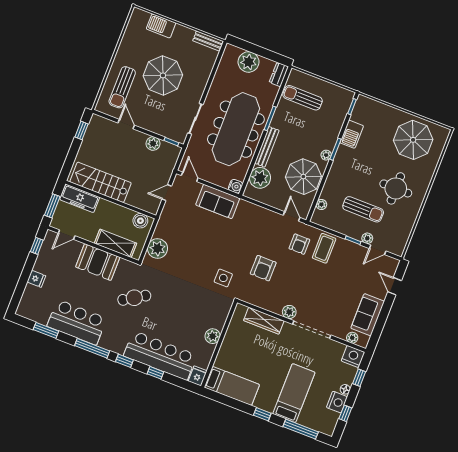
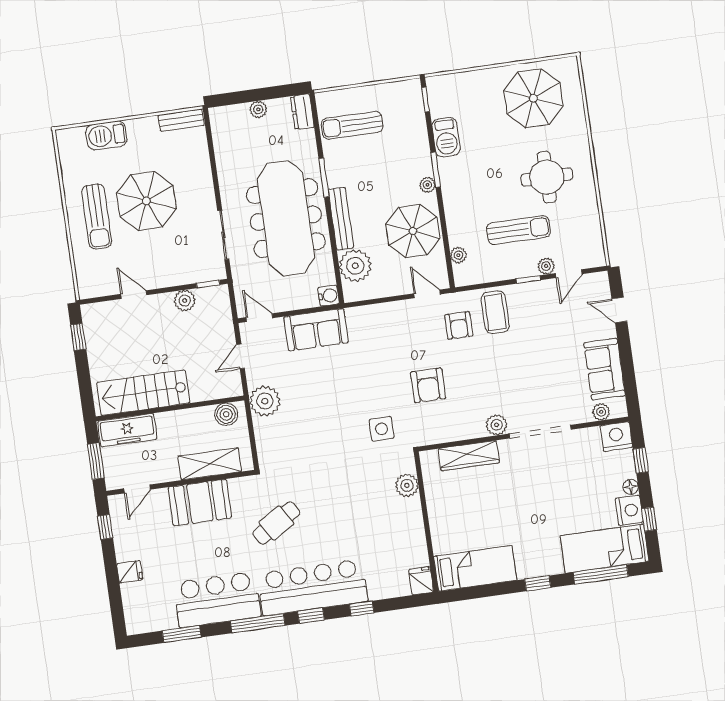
plant: (249, 62) -> (258, 109), width x0.53, depth x0.53
sun lounger: (122, 87) -> (97, 216), moved
plant: (157, 248) -> (265, 401), moved
plant: (213, 336) -> (407, 485), moved
bar counter: (160, 355) -> (313, 587), moved
bed: (294, 393) -> (605, 549), moved, turned -90

